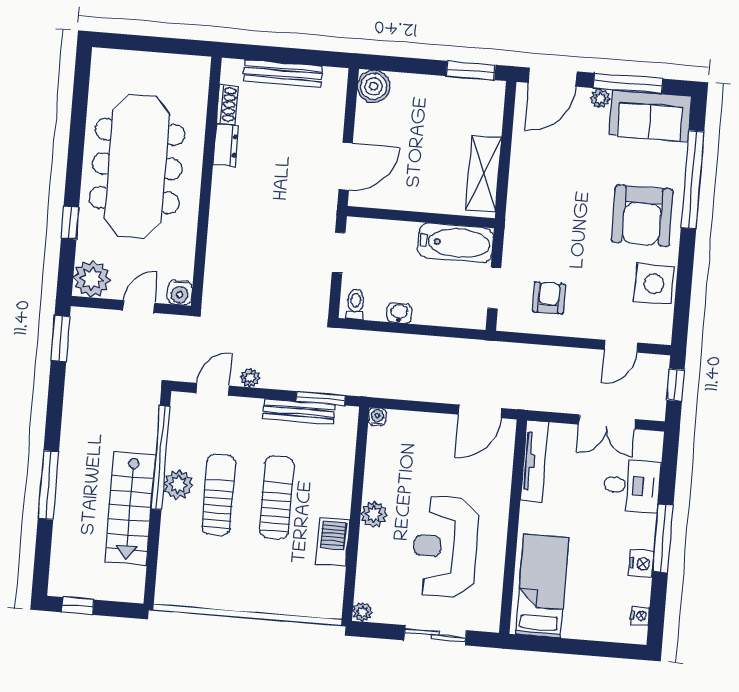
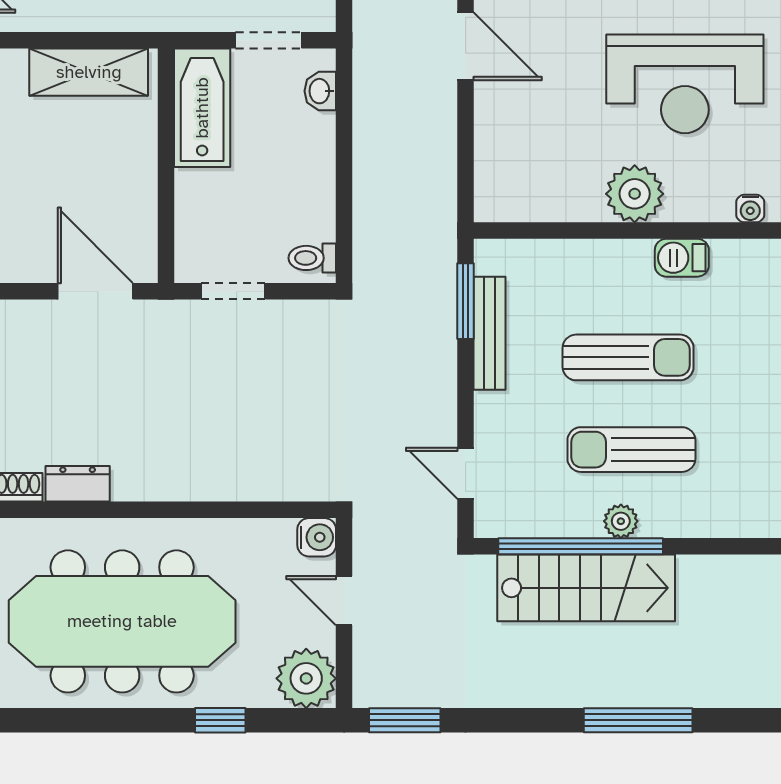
washbasin: (399, 313) -> (320, 91), moved
plant: (250, 378) -> (442, 415), removed
water cooler: (377, 417) -> (750, 209), moved, turned -90
plant: (178, 485) -> (621, 521), width x0.73, depth x0.73
sun lounger: (277, 497) -> (628, 357), turned 180
stairs: (130, 508) -> (586, 588), moved
plant: (374, 514) -> (635, 194), width x1.36, depth x1.36
barbecue: (333, 542) -> (682, 258), width x0.73, depth x0.79

